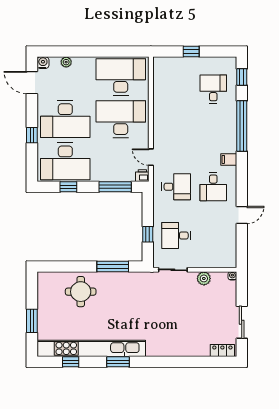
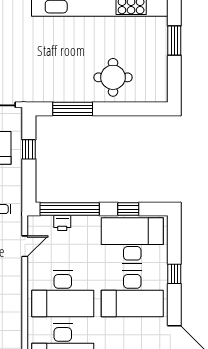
desk: (65, 119) -> (132, 294), turned 180
door: (151, 157) -> (25, 246), hinge flipped
printer: (142, 176) -> (62, 223), moved
window: (115, 187) -> (70, 209), width x1.46

